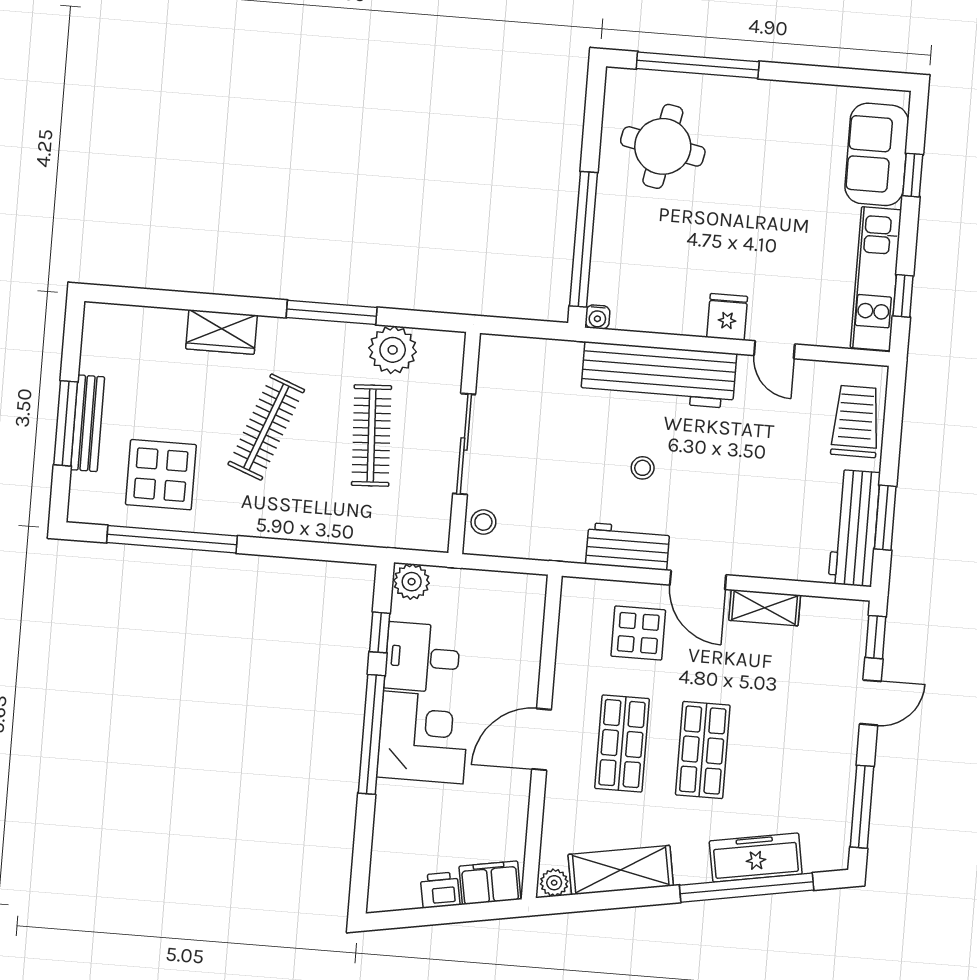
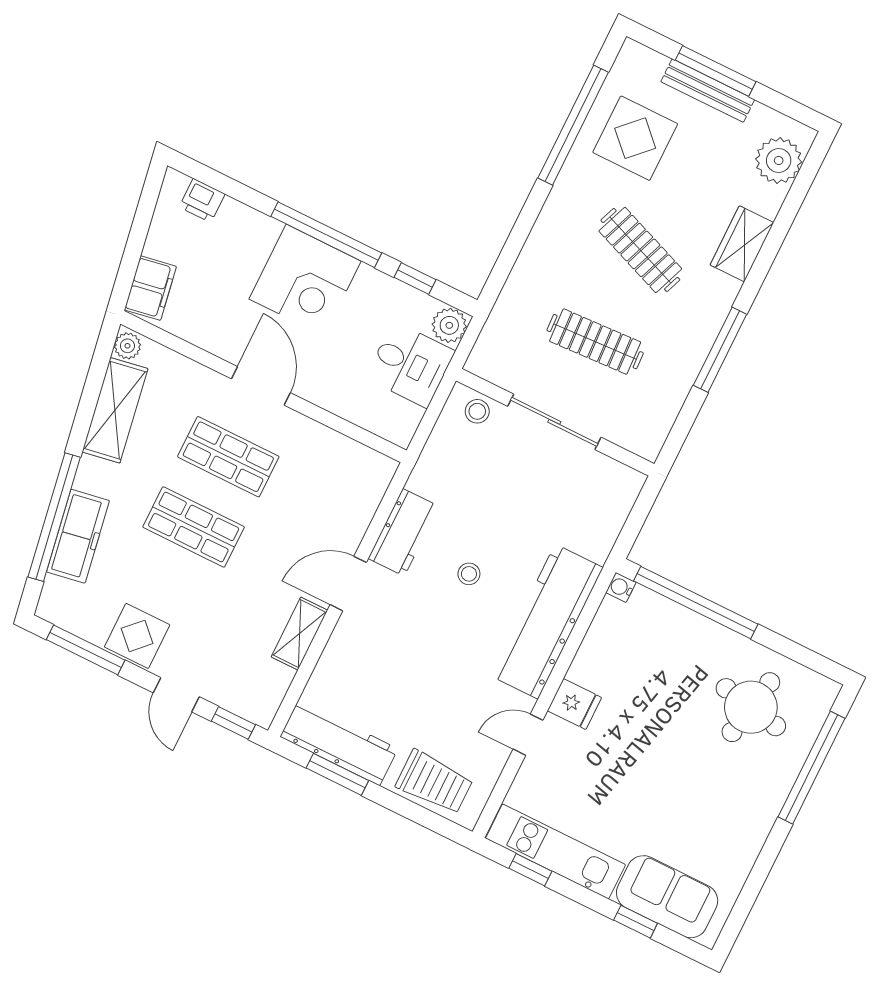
plant: (393, 350) -> (779, 160), moved
display table: (638, 633) -> (137, 636), moved
desk: (422, 658) -> (410, 365), moved, turned 90
printer: (440, 890) -> (202, 200), moved, turned 100

